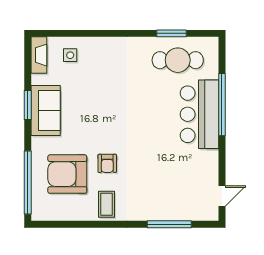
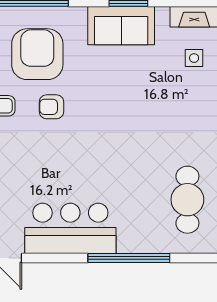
bar counter: (199, 114) -> (70, 228), moved

